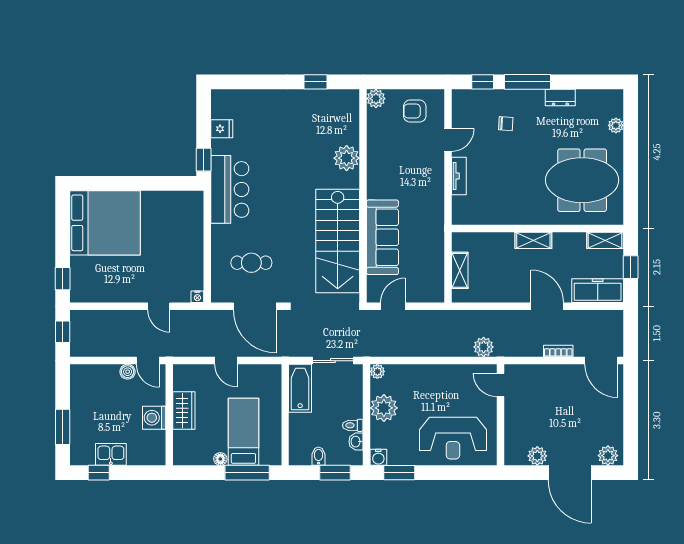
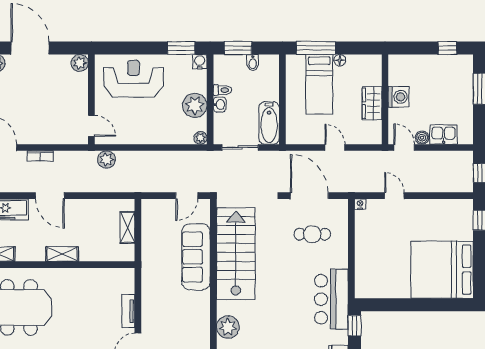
washbasin: (356, 442) -> (220, 105), moved
kitchen sink: (111, 454) -> (444, 134), moved, turned 180
plant: (537, 456) -> (80, 63), moved

